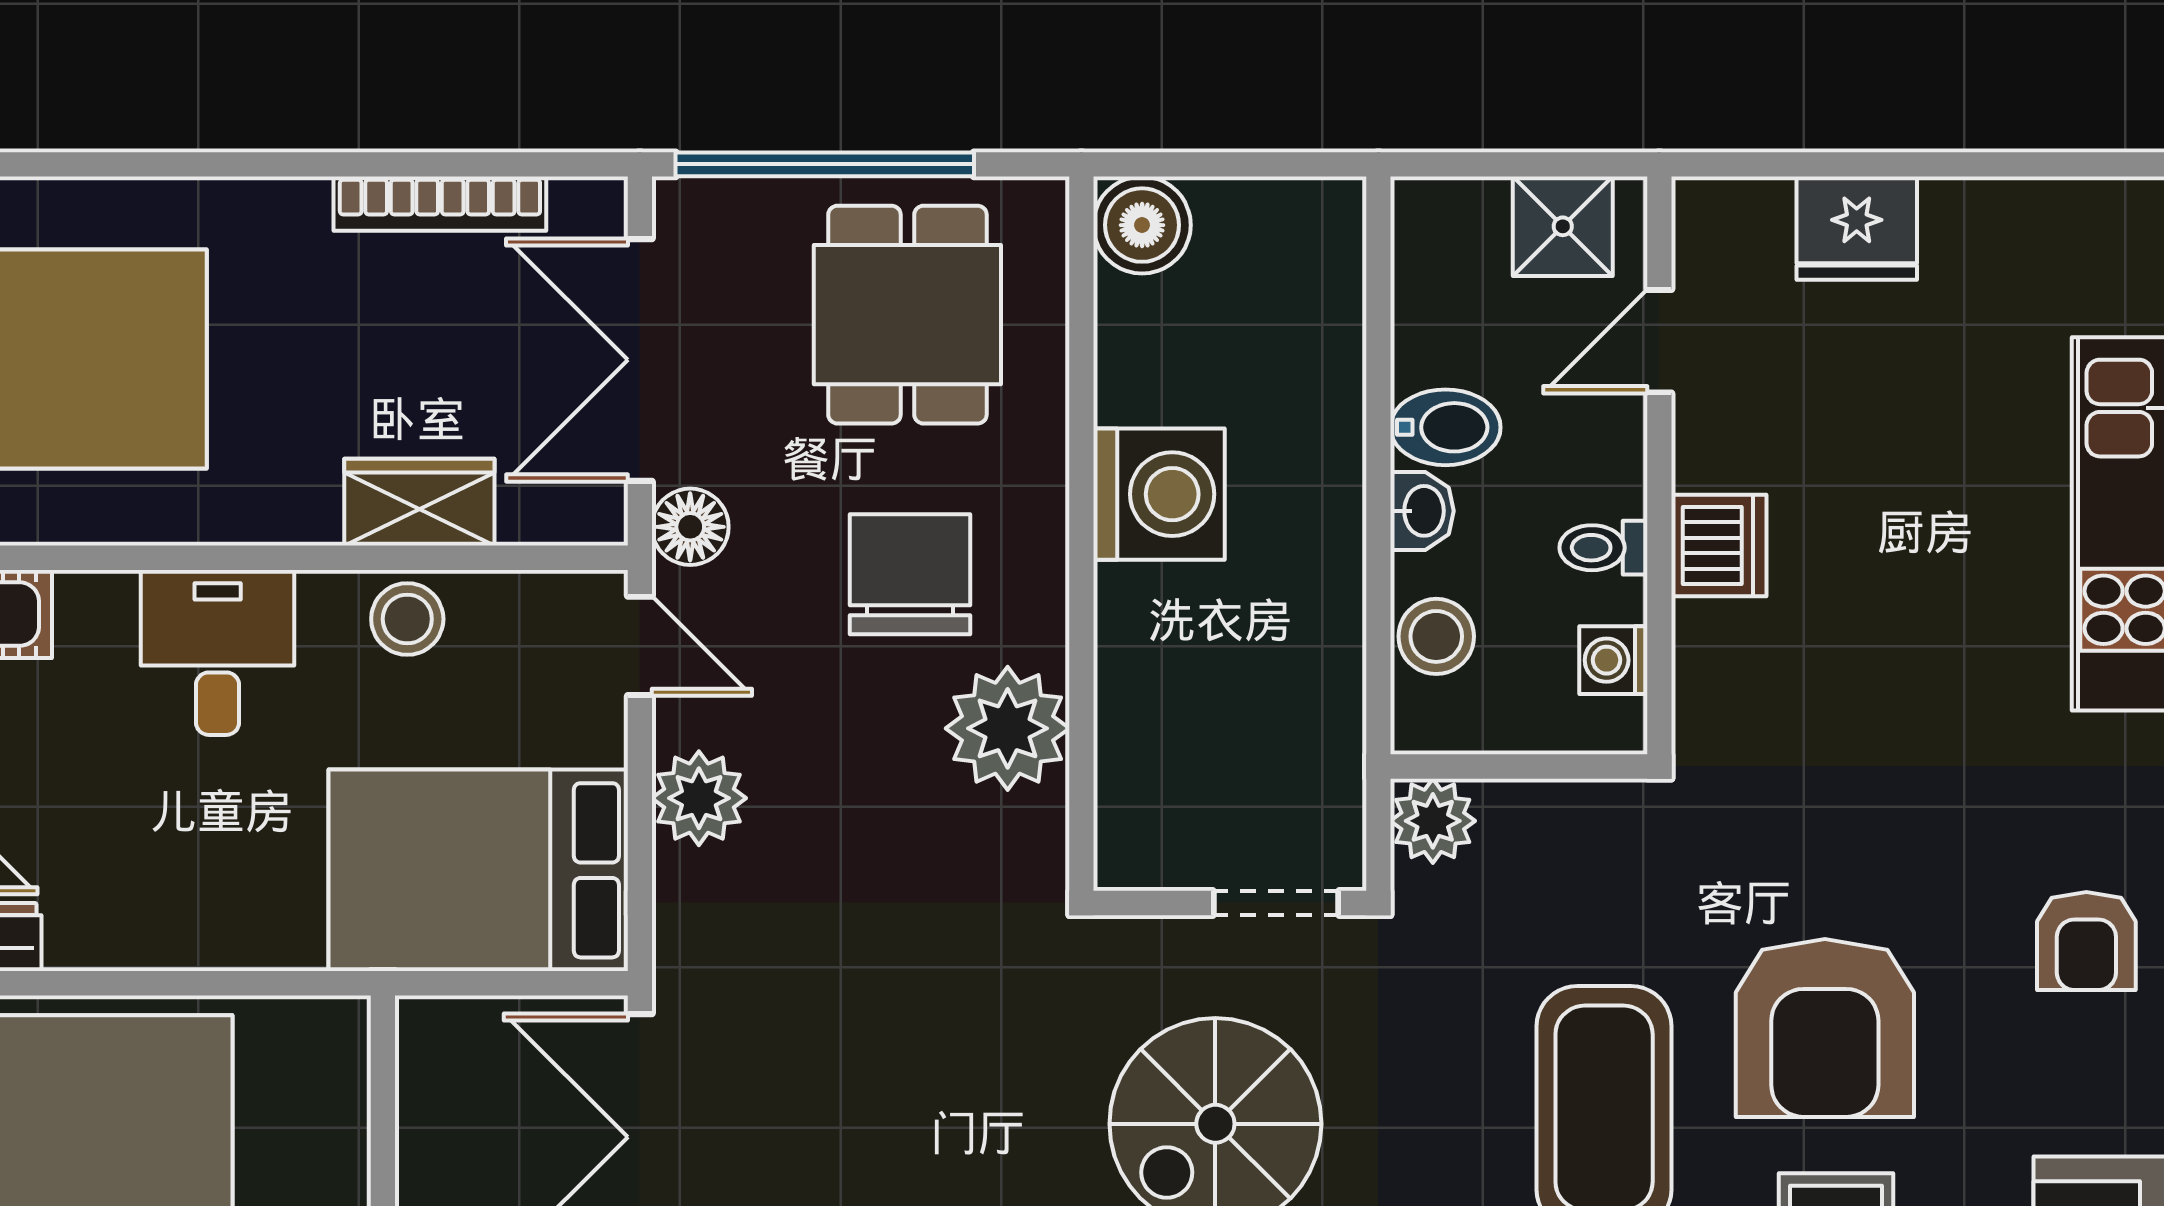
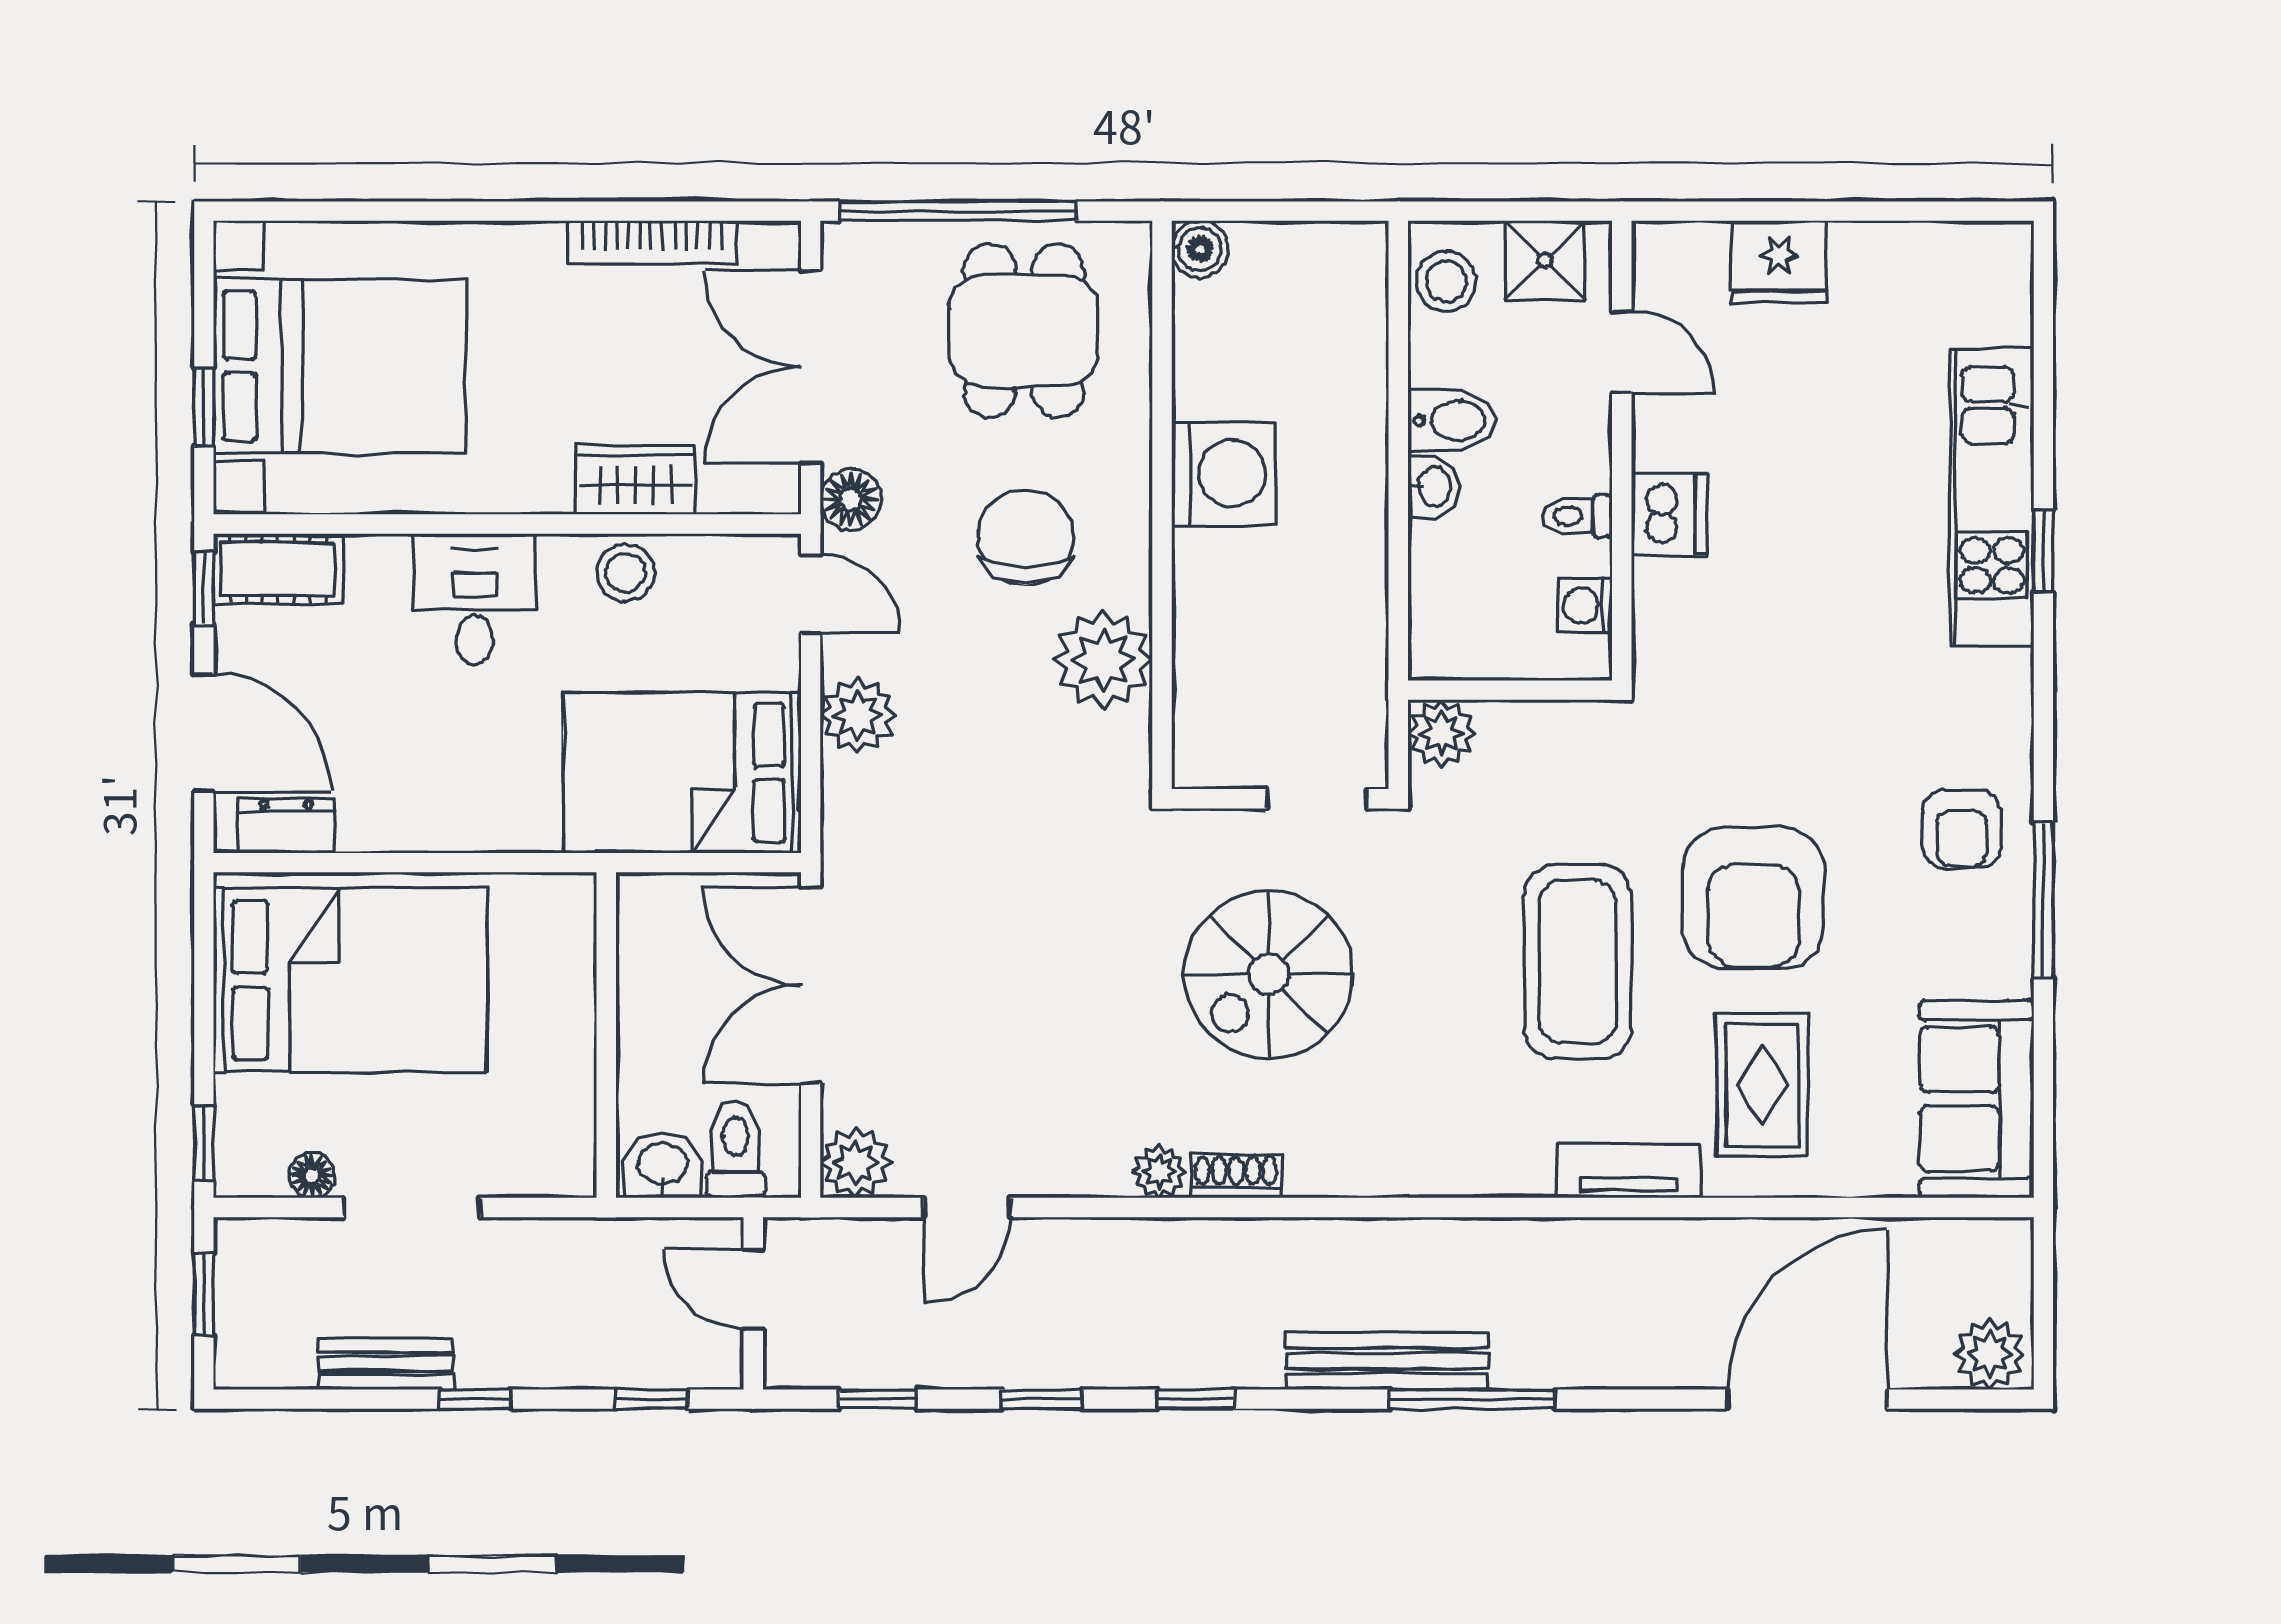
boiler: (1142, 225) -> (1200, 249), width x0.73, depth x0.73
door: (1659, 341) -> (1622, 352), swing flipped
stool: (1436, 636) -> (1446, 281), moved

